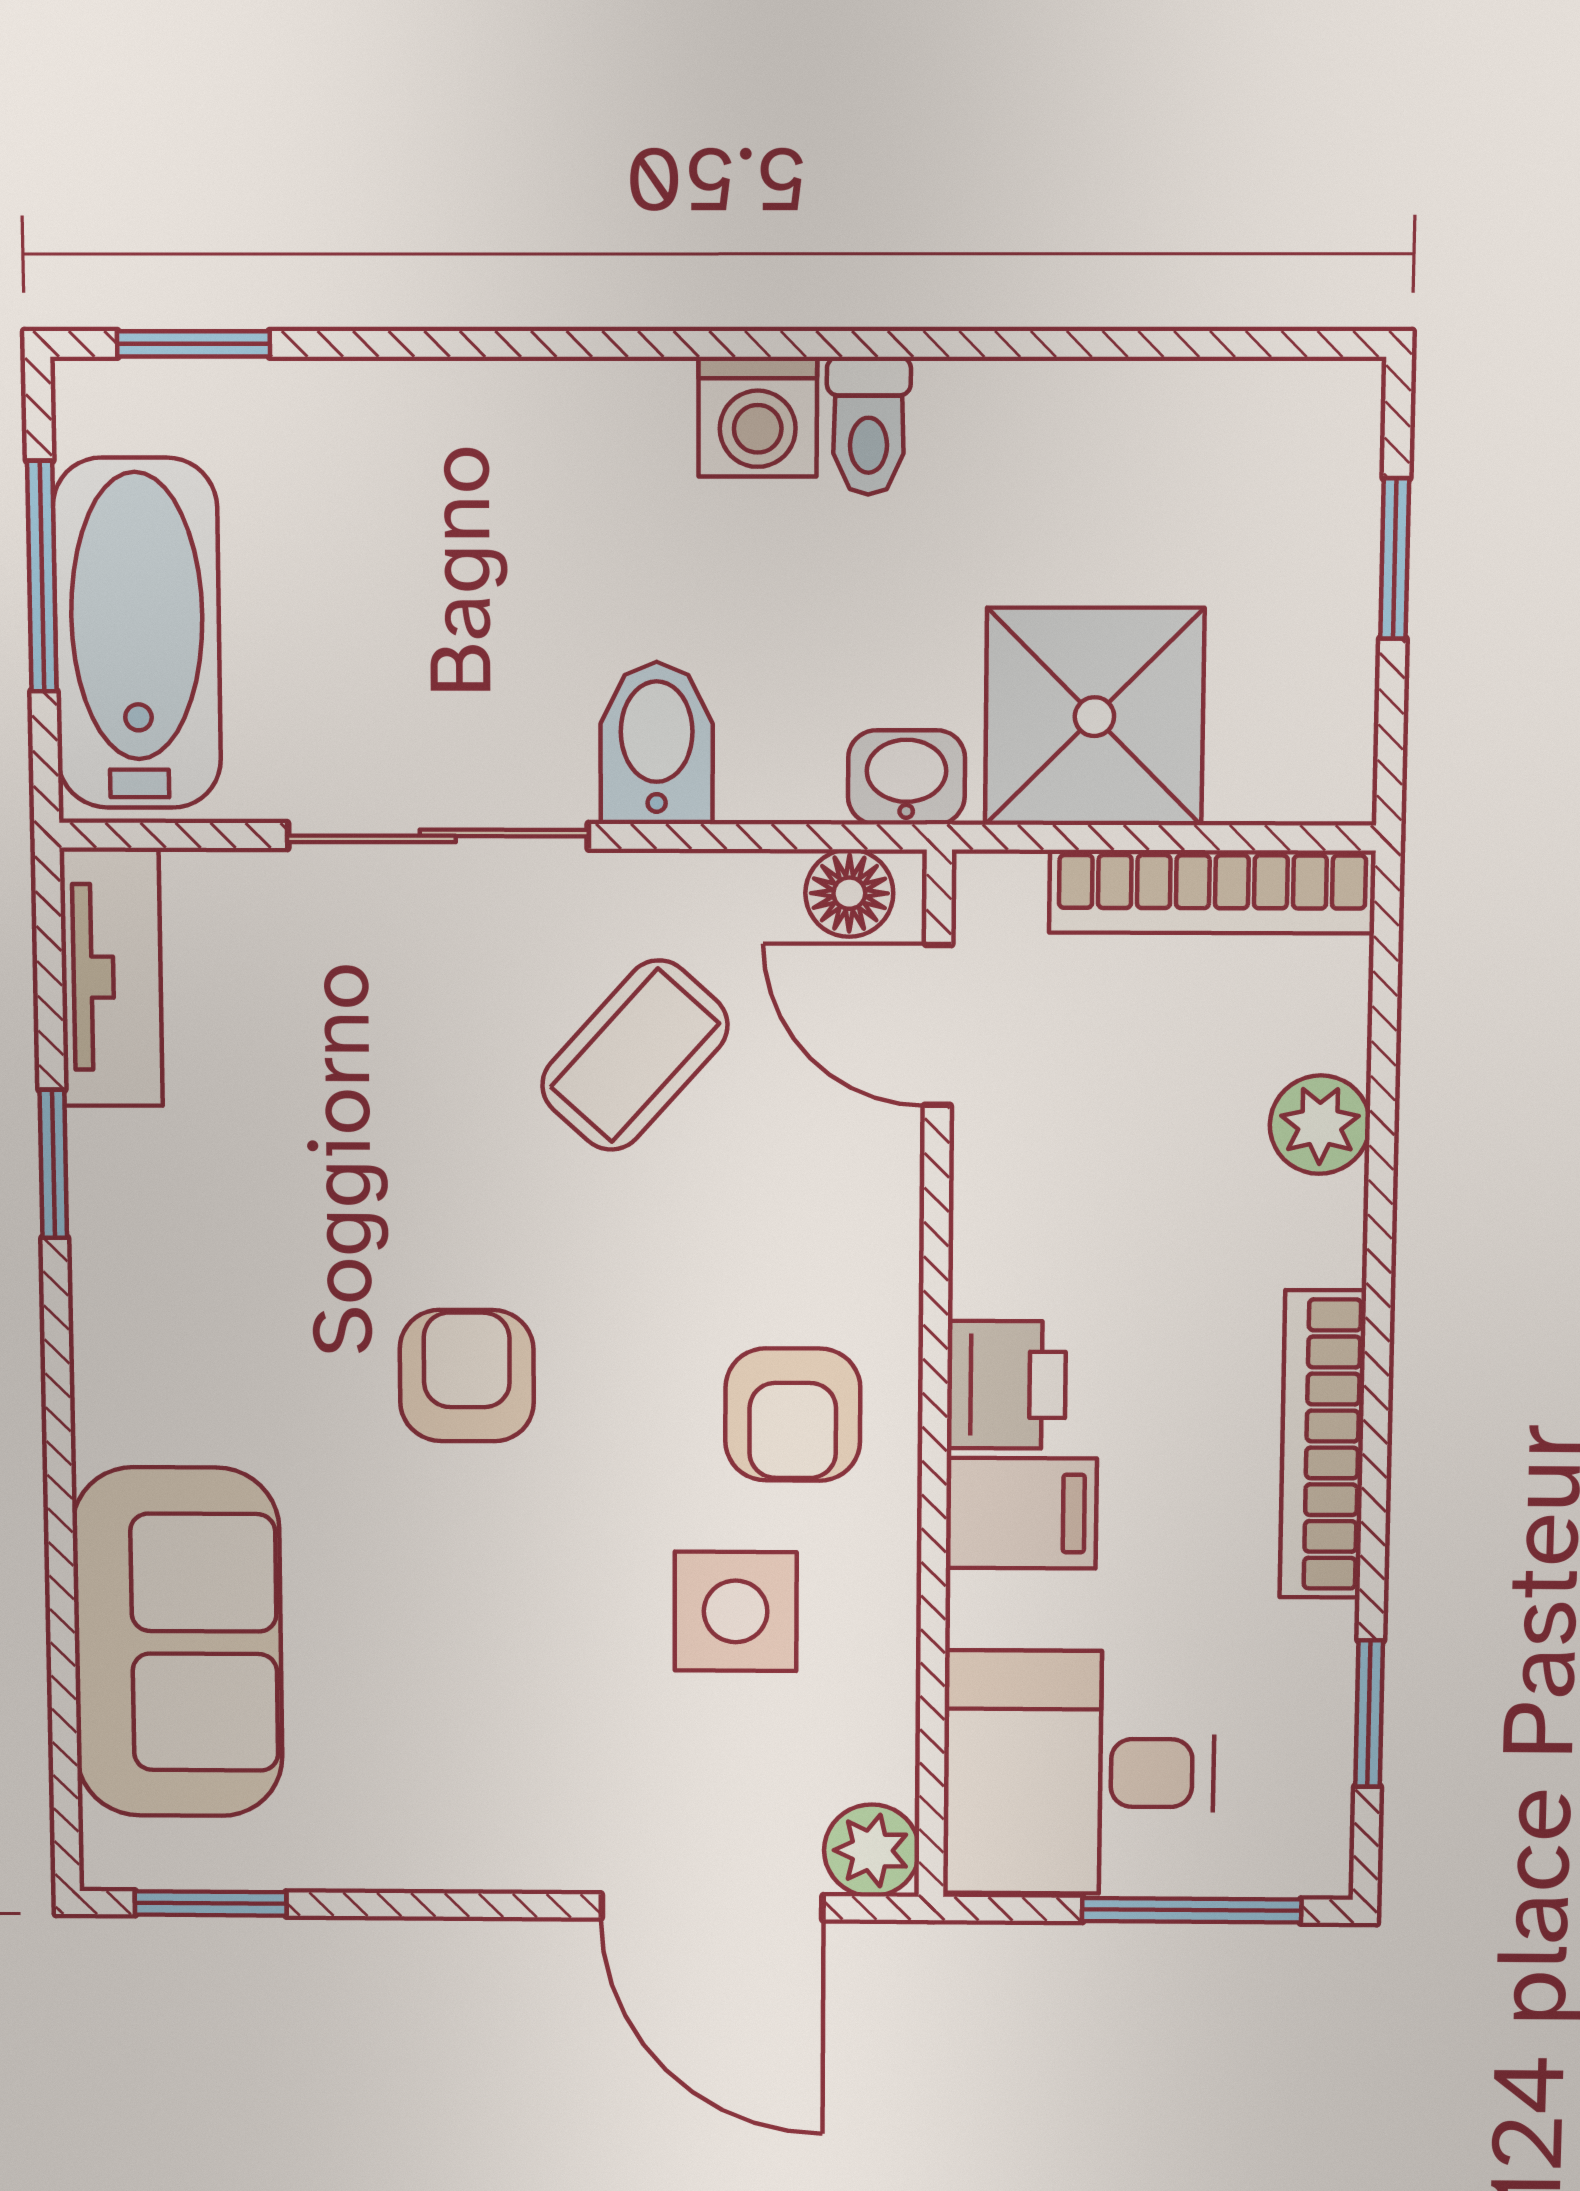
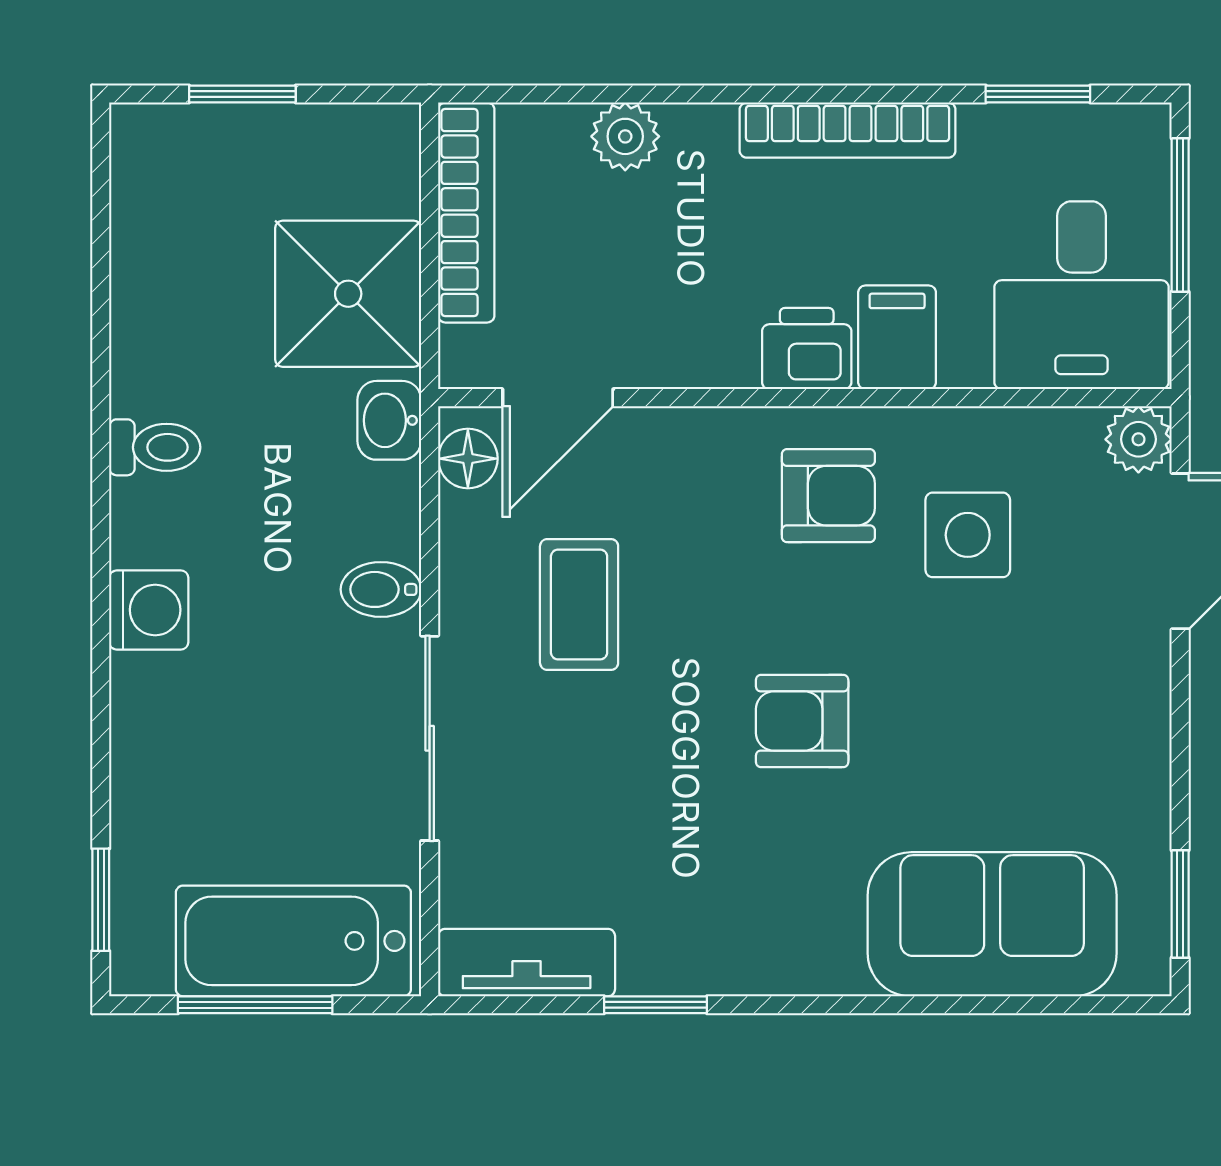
washing machine: (758, 417) -> (149, 610), moved
bidet: (657, 743) -> (381, 589), width x0.72, depth x0.74
coffee table: (635, 1055) -> (579, 605), turned 48

